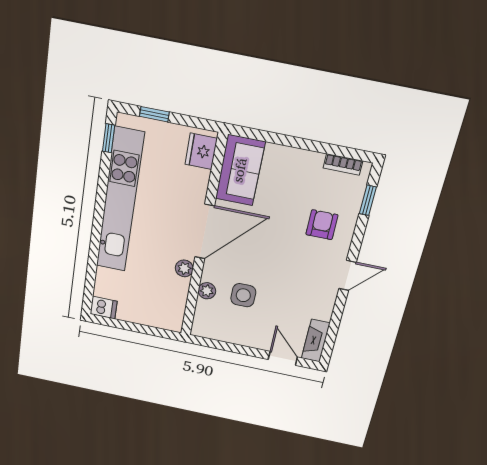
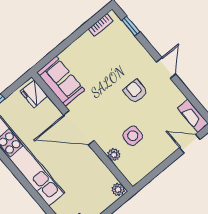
armchair: (322, 225) -> (136, 91), moved
door: (205, 232) -> (79, 128), swing flipped
plant: (184, 268) -> (118, 190), moved

